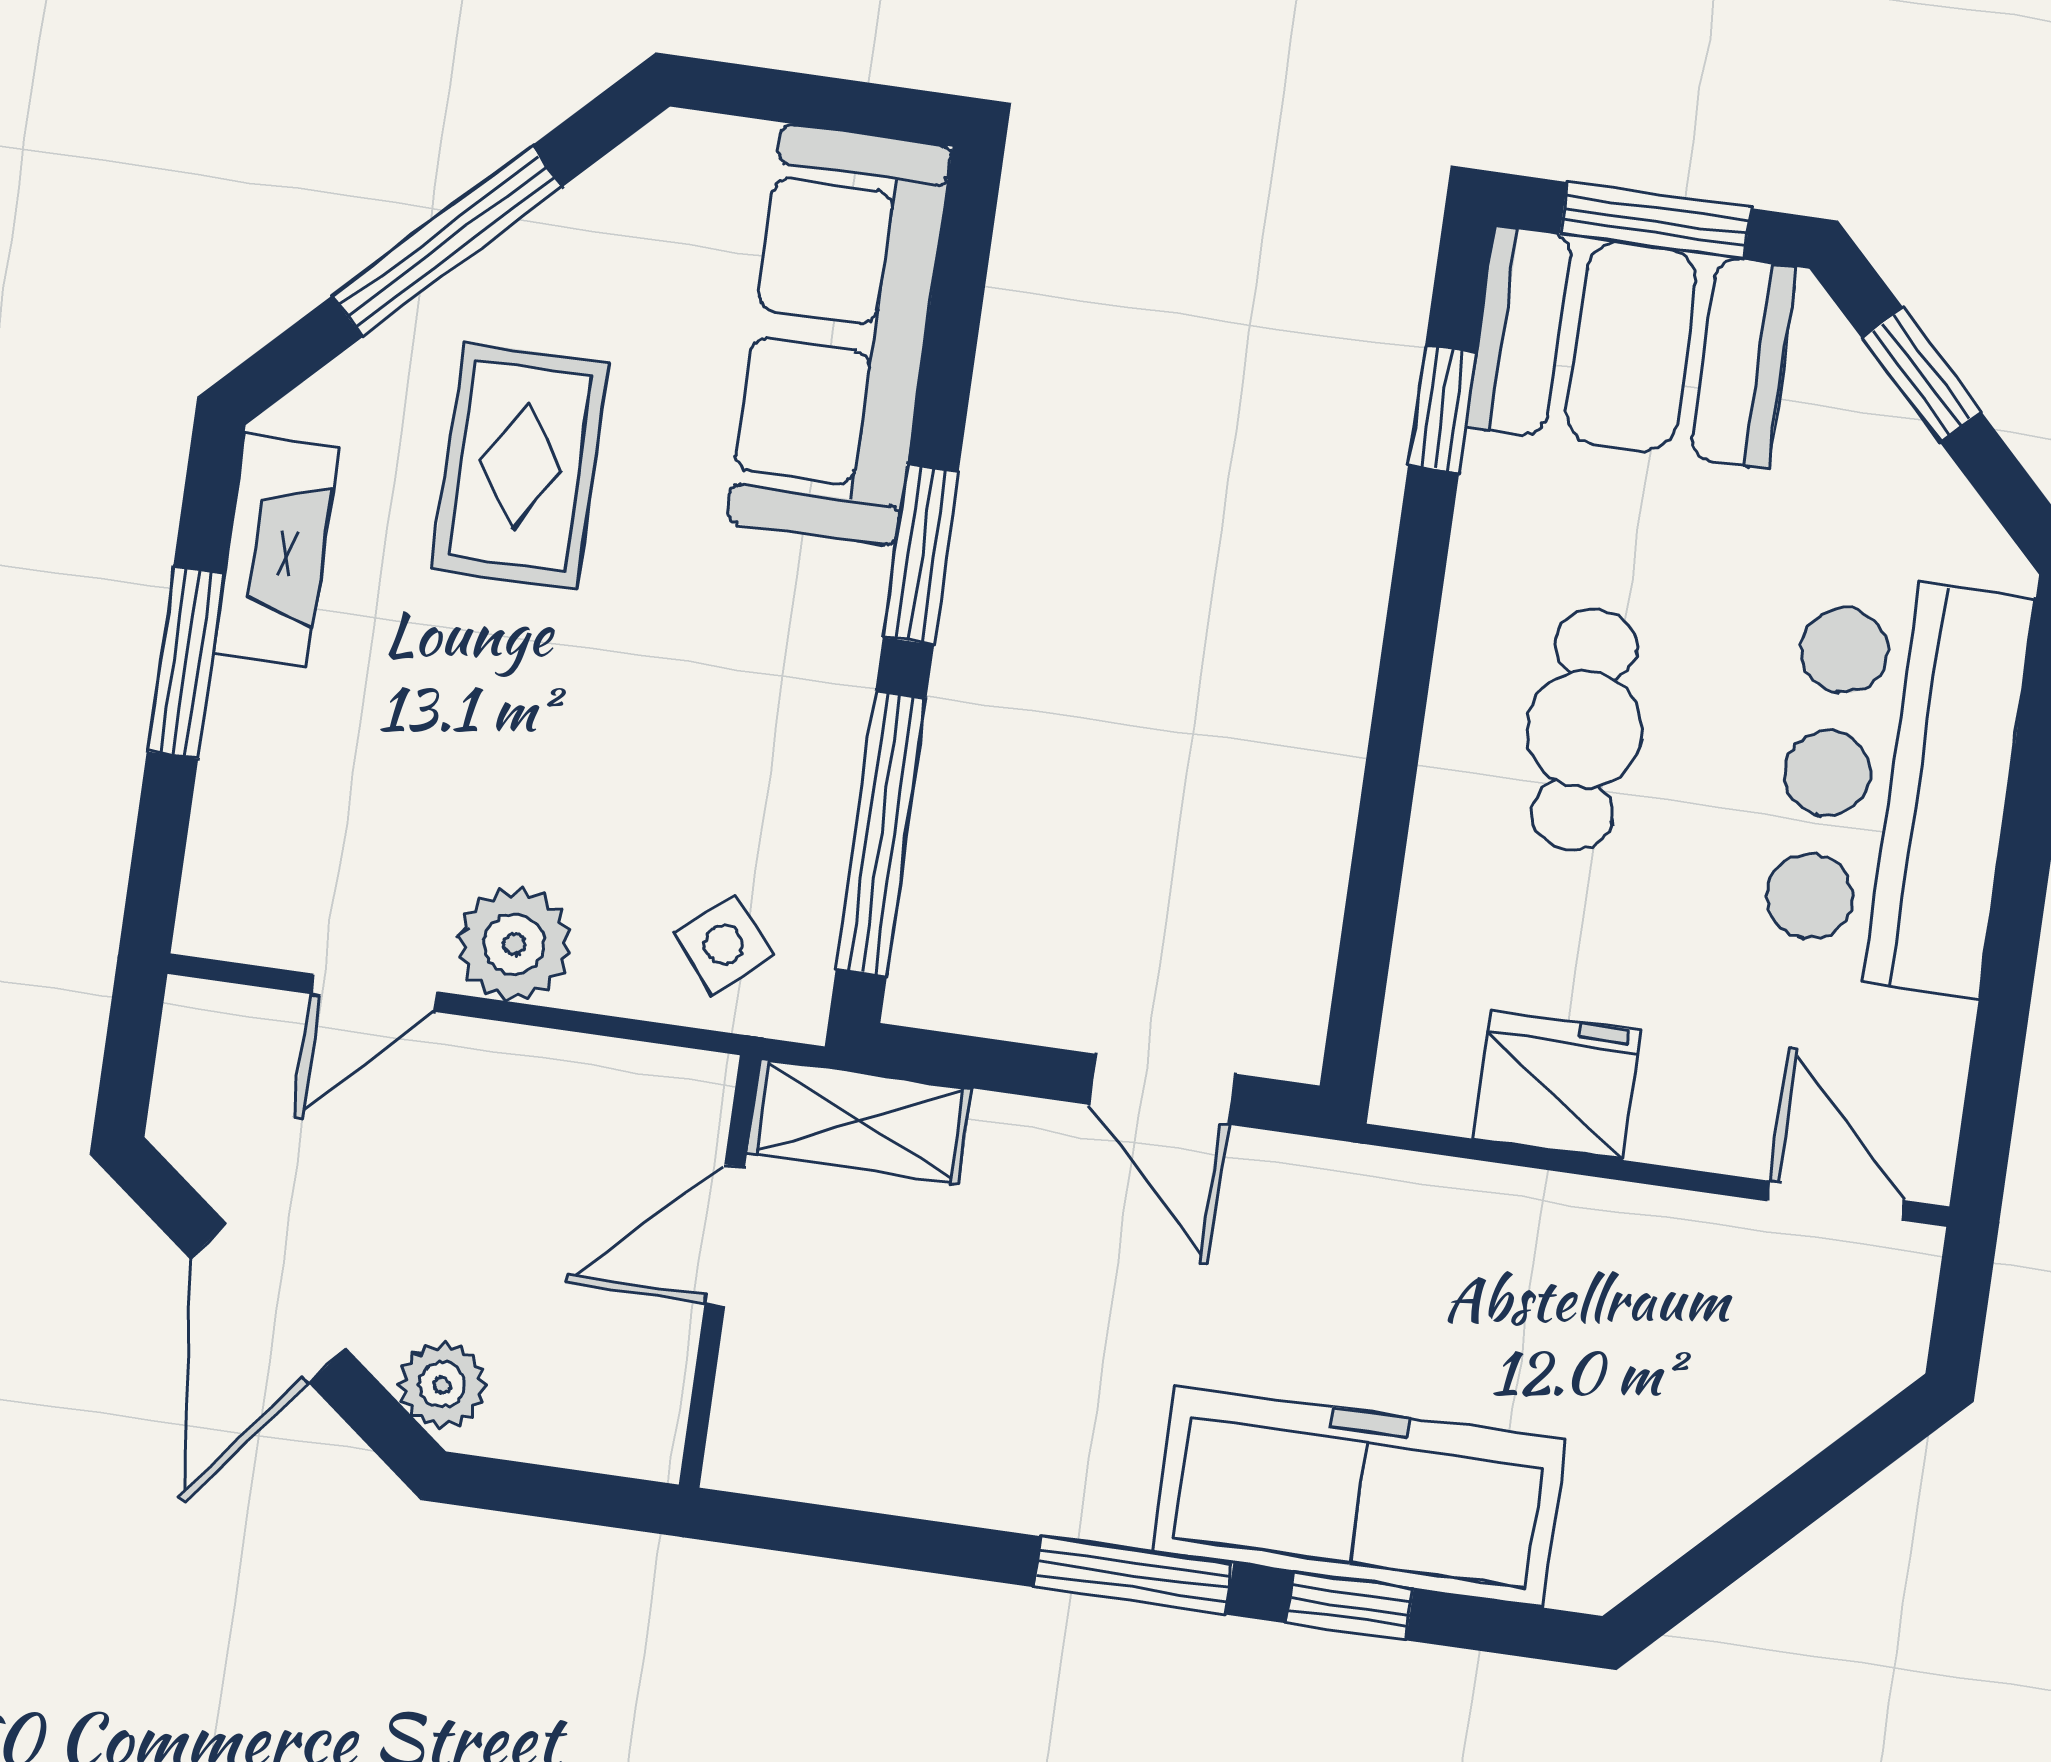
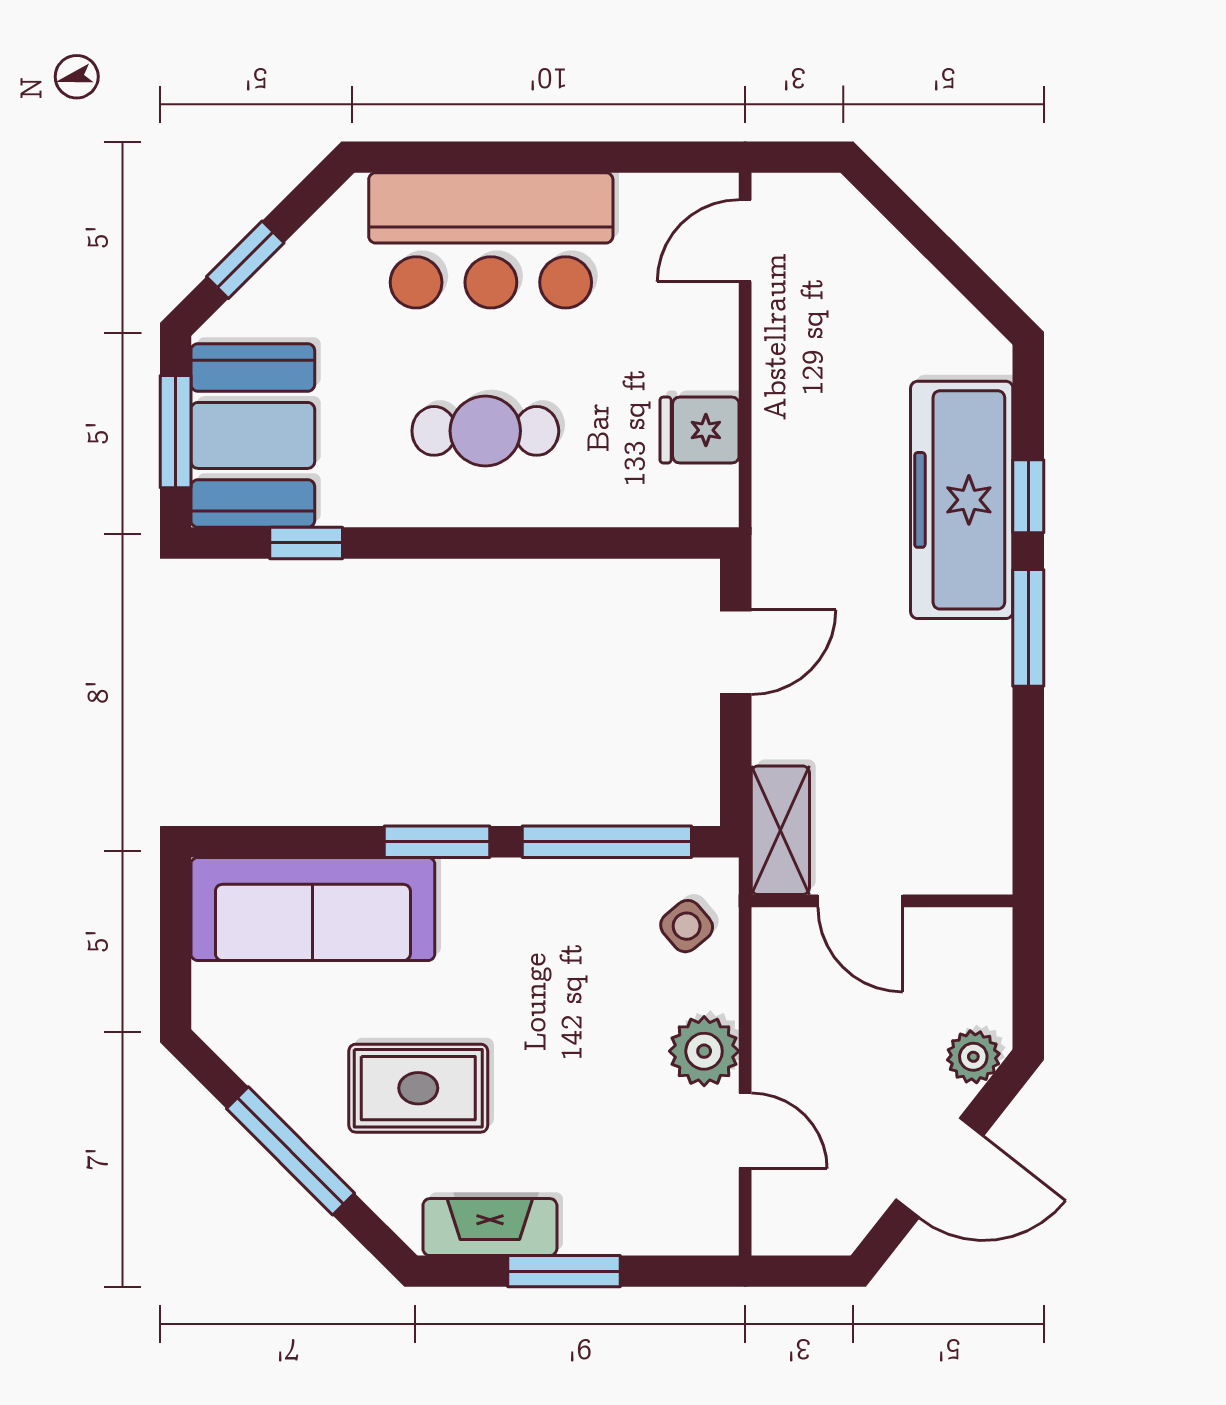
fridge: (1557, 1085) -> (699, 430), width x0.72

